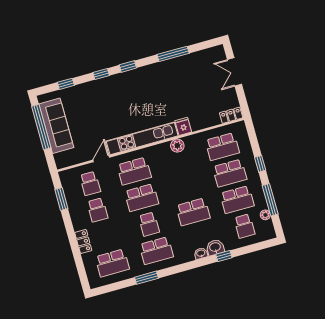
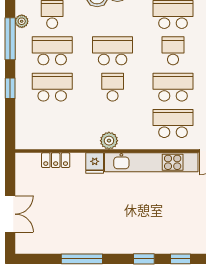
locker: (231, 115) -> (56, 160), moved
school desk: (222, 147) -> (113, 87), moved, width x0.54

